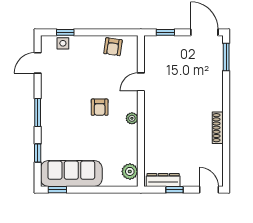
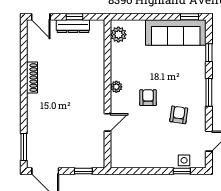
armchair: (113, 47) -> (179, 115), moved
dresser: (163, 180) -> (73, 26), moved

